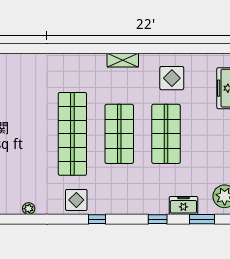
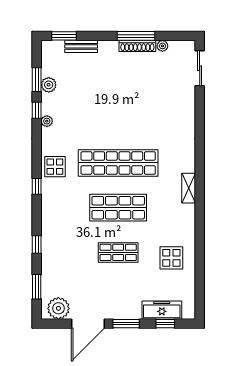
shelving: (123, 60) -> (189, 188), moved
shop shelf: (166, 134) -> (118, 252), width x0.70, depth x0.74
freezer: (183, 205) -> (50, 269), removed
window: (17, 219) -> (37, 110), added

